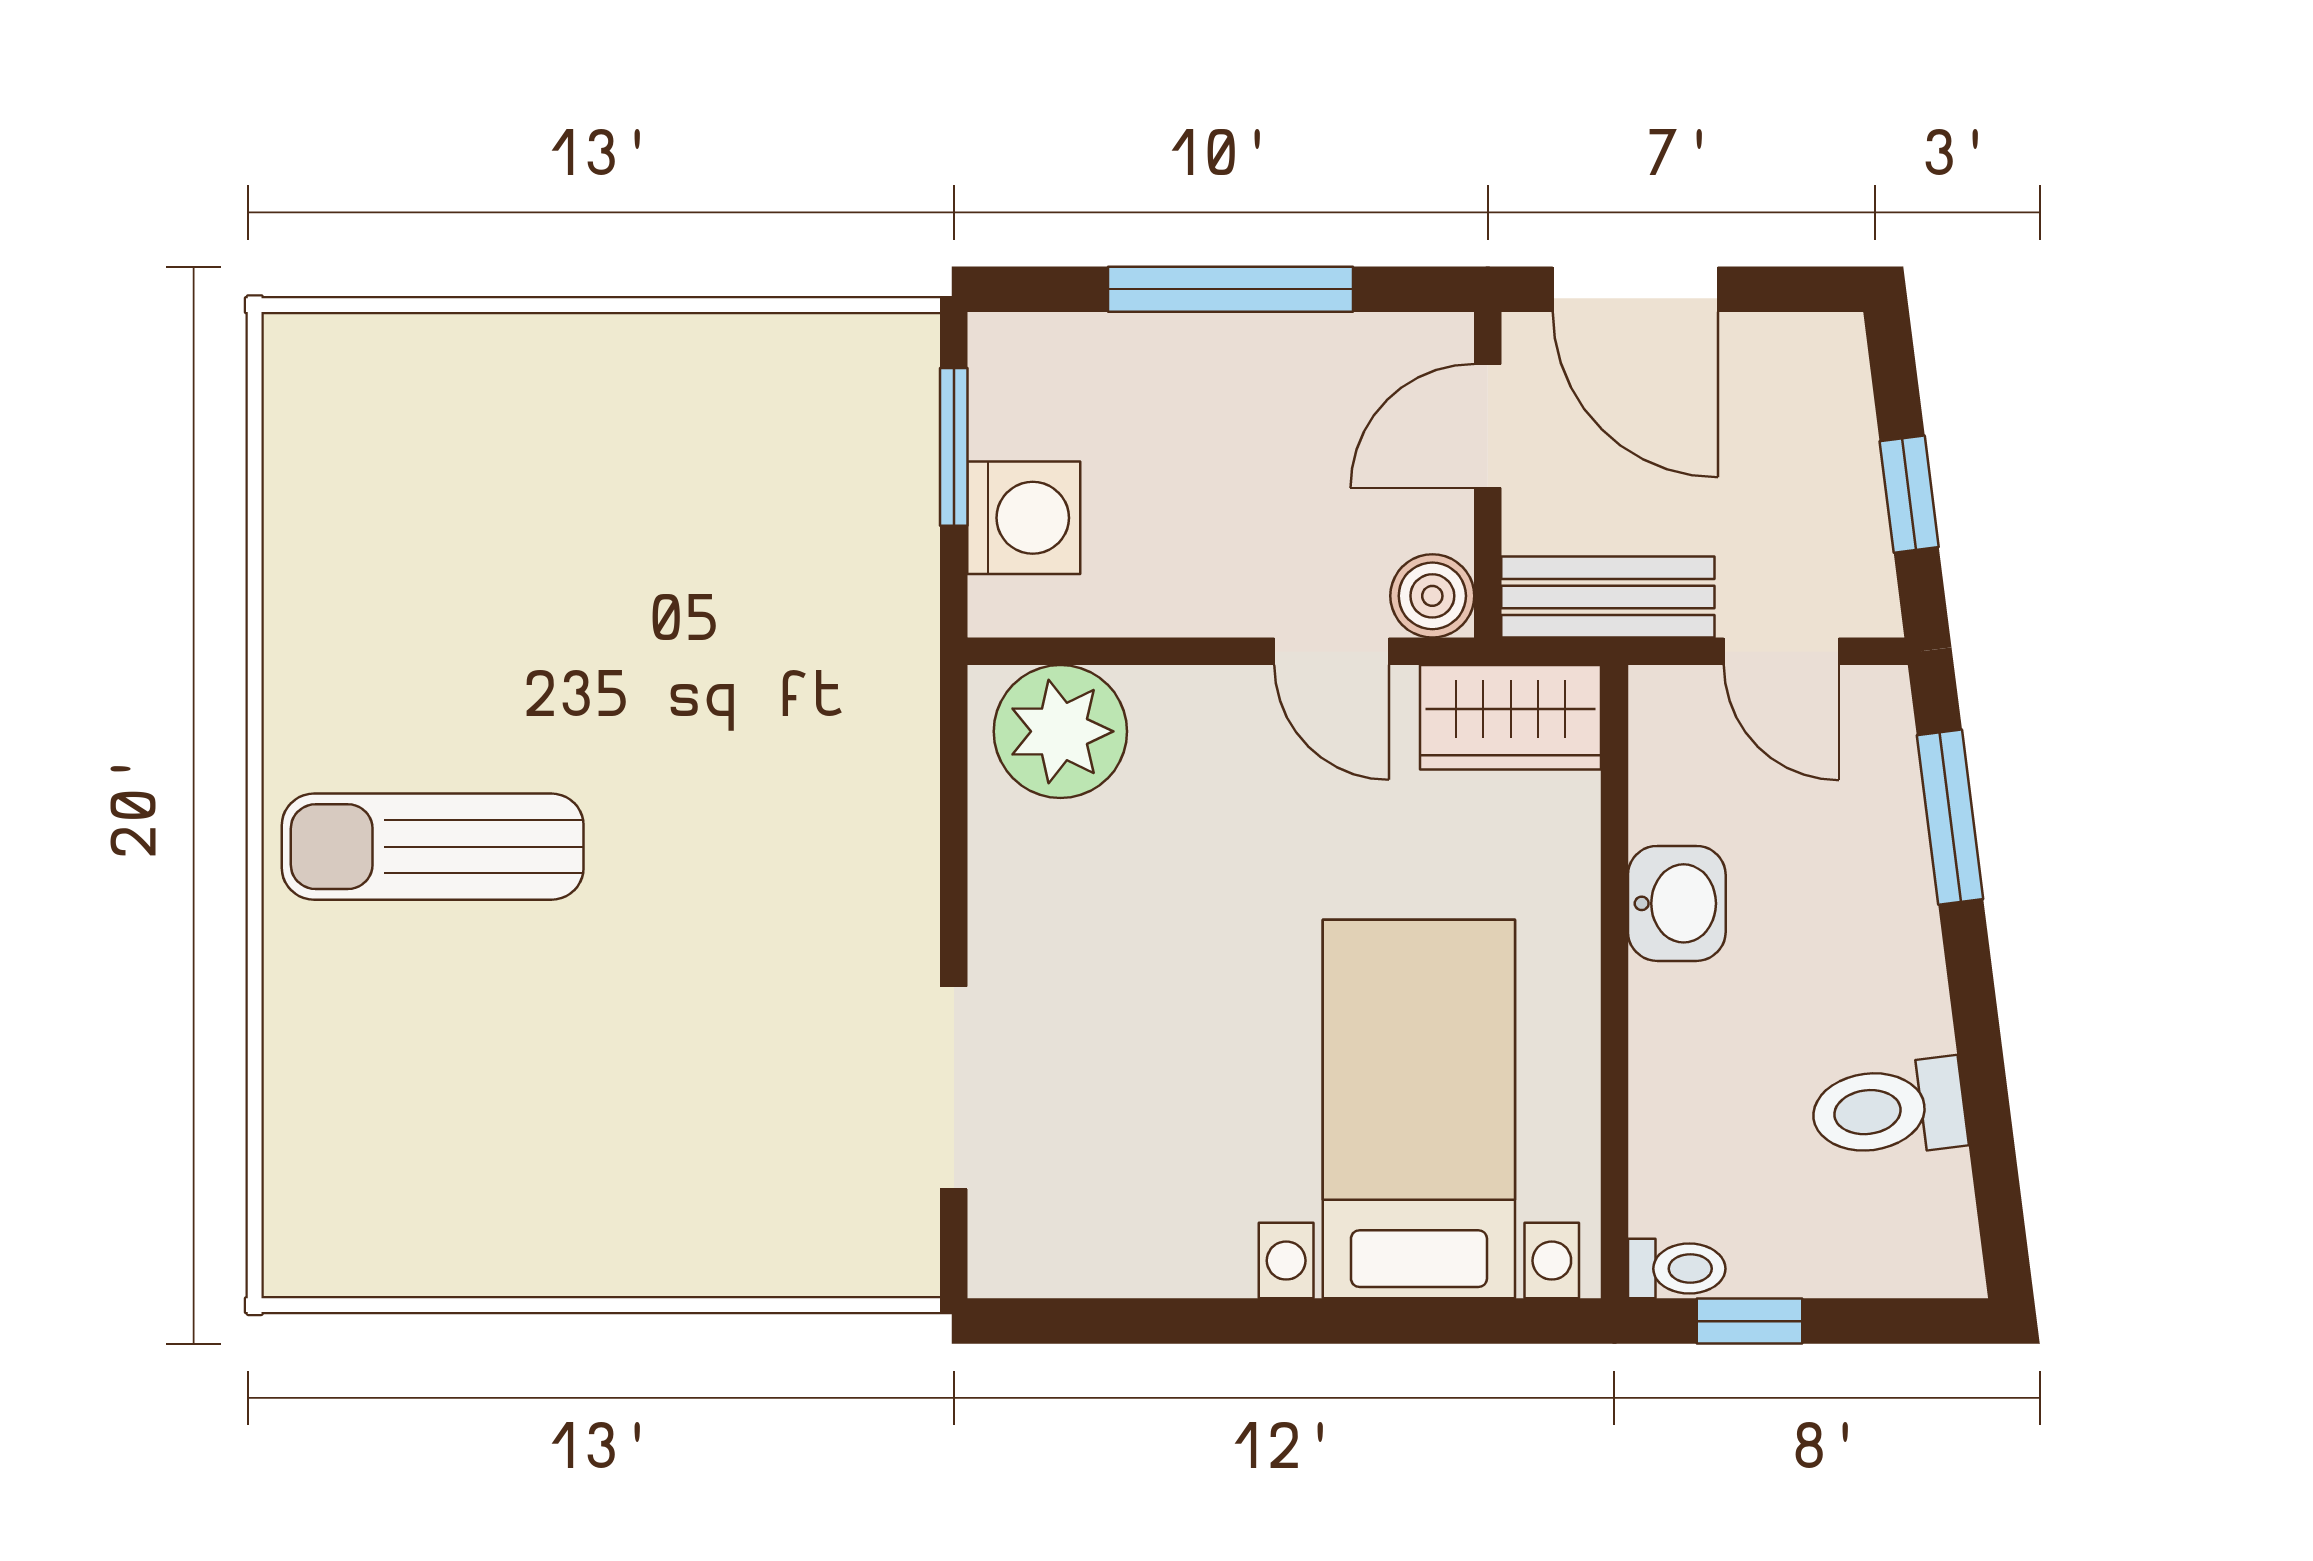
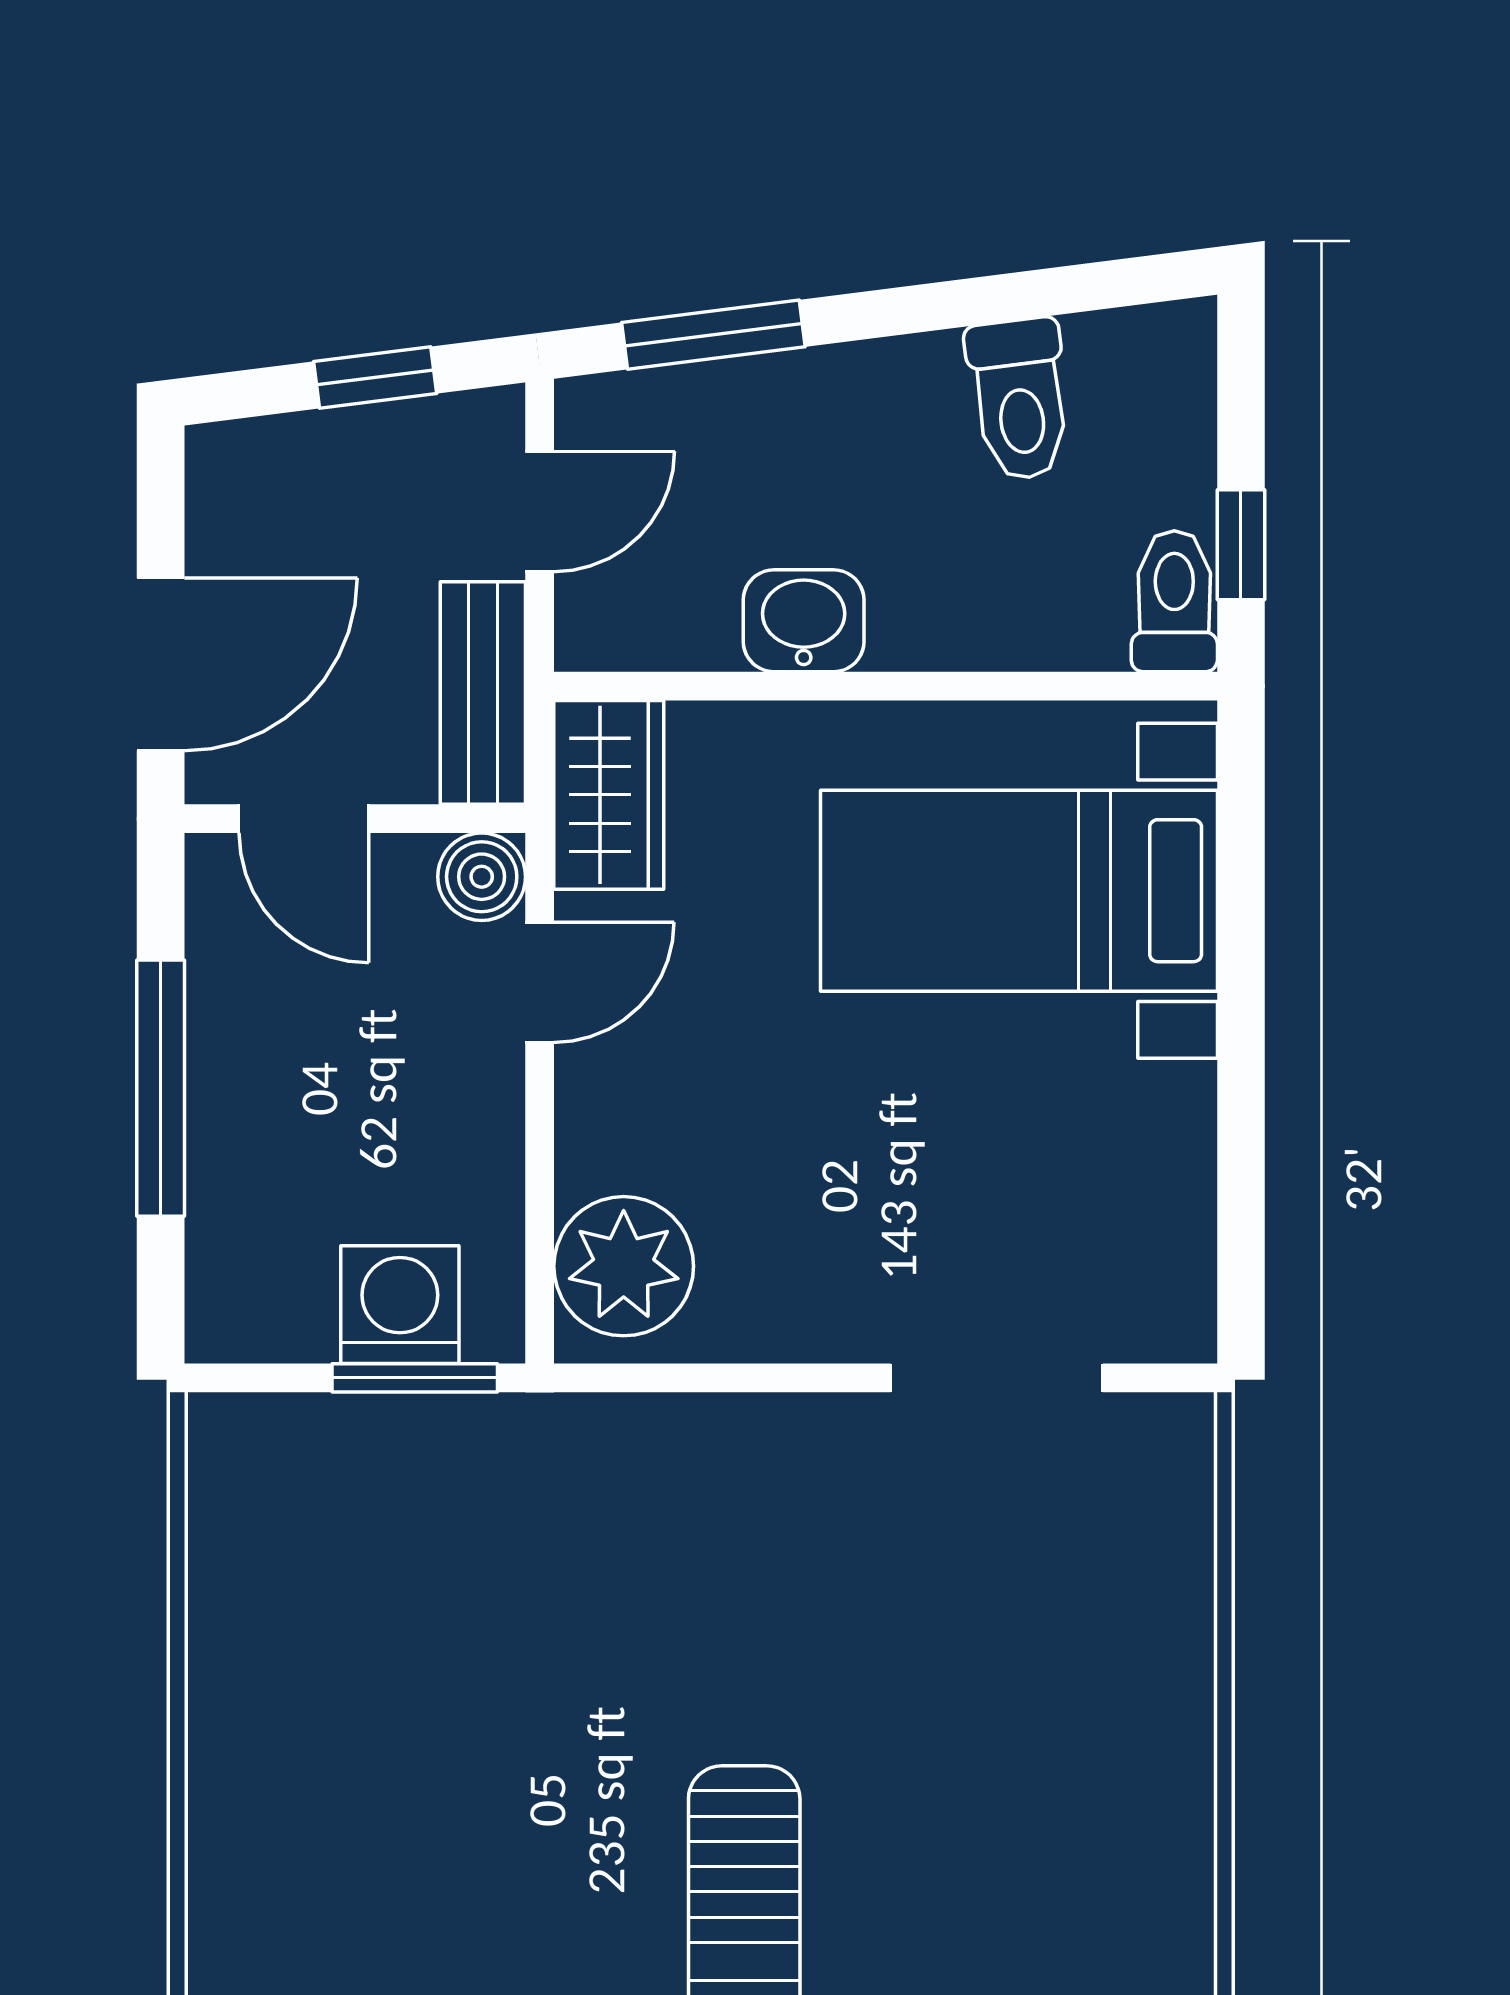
window: (954, 447) -> (415, 1378), moved
toilet: (1677, 1269) -> (1174, 601), width x1.37, depth x1.39

